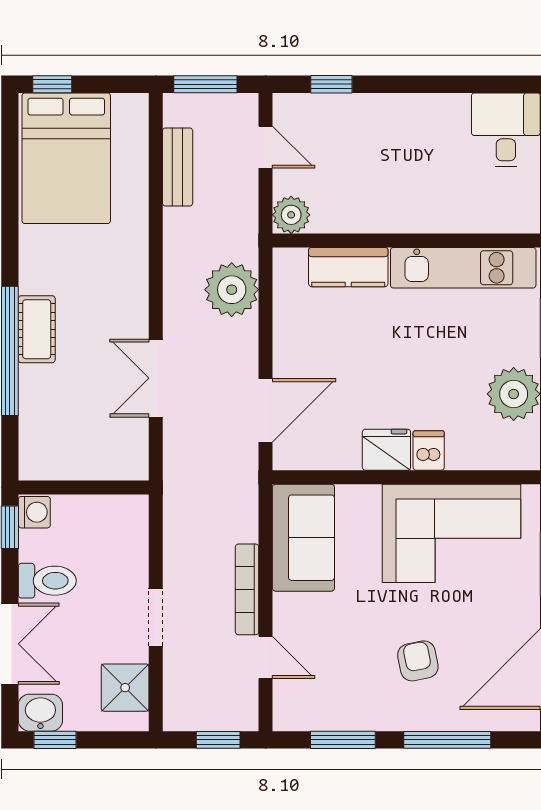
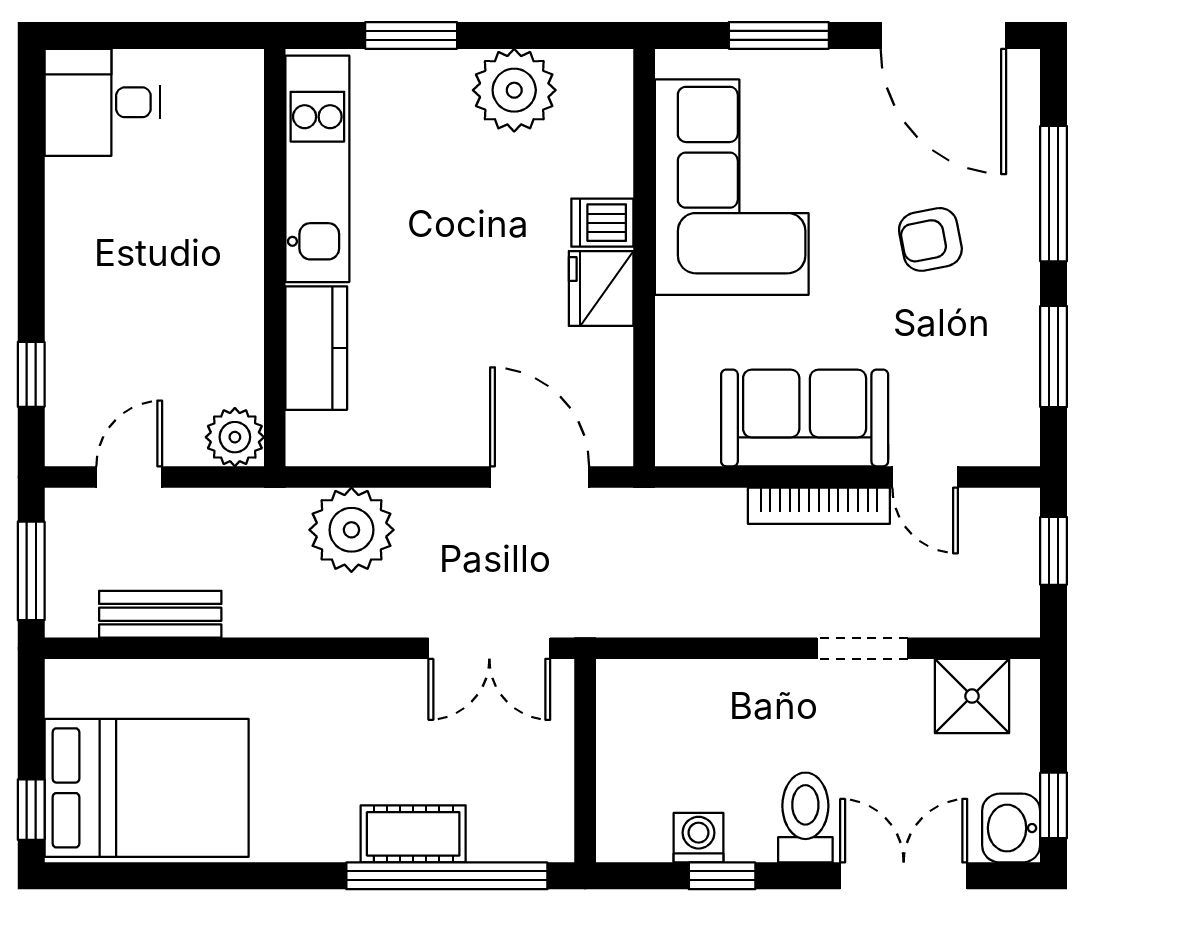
wall: (84, 488) -> (585, 761), moved
sofa: (303, 538) -> (805, 418), moved
door: (266, 657) -> (925, 477), swing flipped

